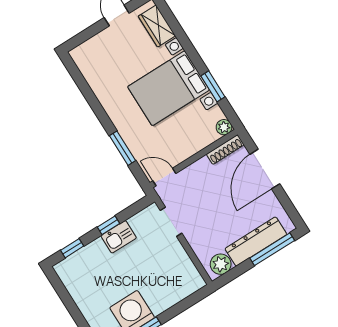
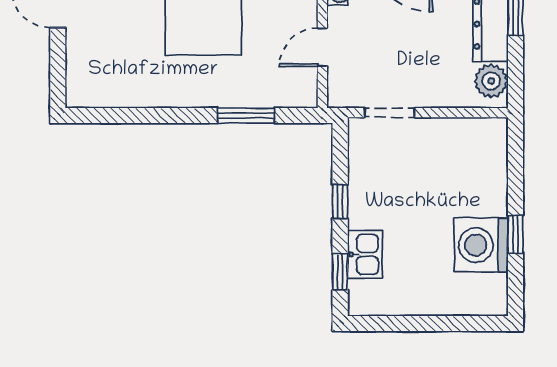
door: (164, 177) -> (322, 47), moved
kitchen sink: (119, 237) -> (365, 254), moved

